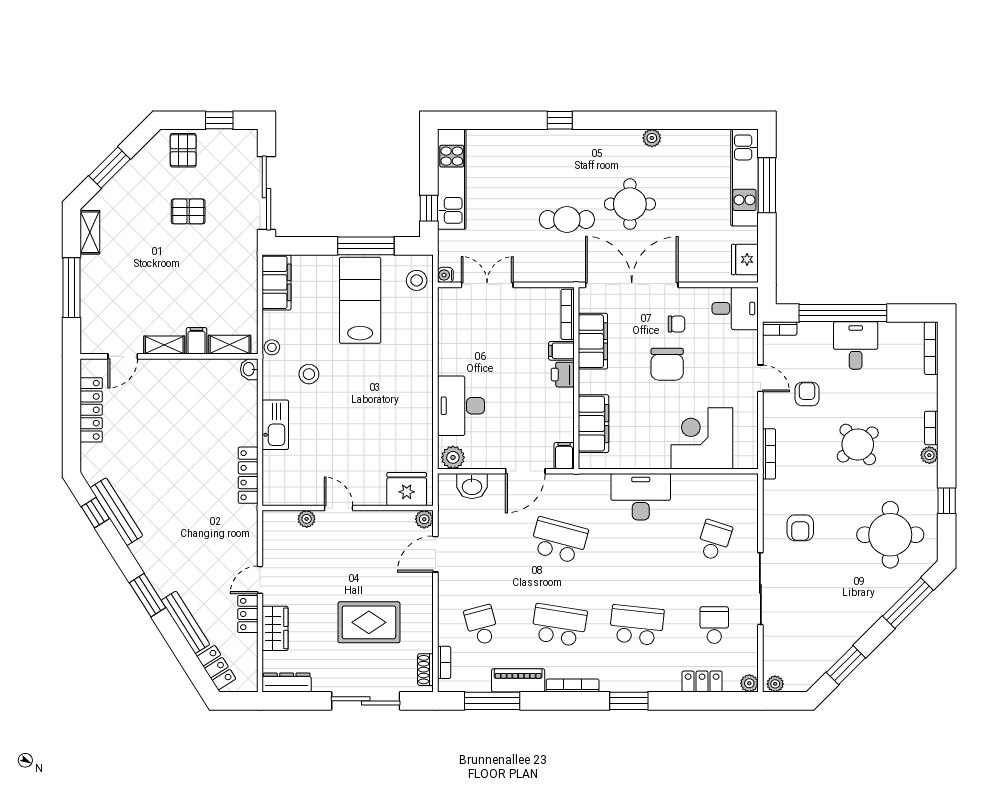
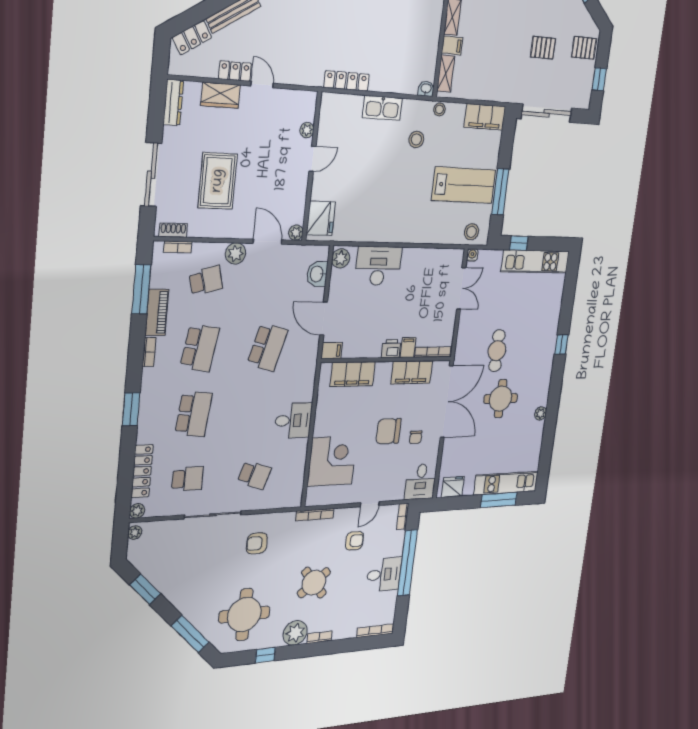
pallet: (188, 211) -> (543, 48), turned 90
plant: (929, 455) -> (295, 633), width x1.88, depth x1.88
desk: (641, 497) -> (293, 420), width x0.73
plant: (450, 592) -> (235, 253), added
locker: (702, 682) -> (142, 471), width x1.53
bookcase: (573, 685) -> (149, 352), width x0.64

